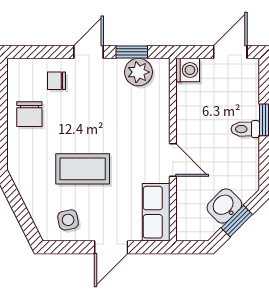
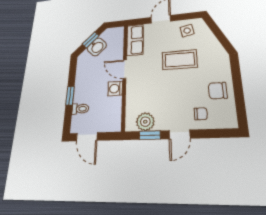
door: (230, 52) -> (87, 137), hinge flipped
washing machine: (188, 70) -> (115, 89), moved
chair: (29, 114) -> (218, 91), turned -90
toilet: (245, 129) -> (80, 109), moved

